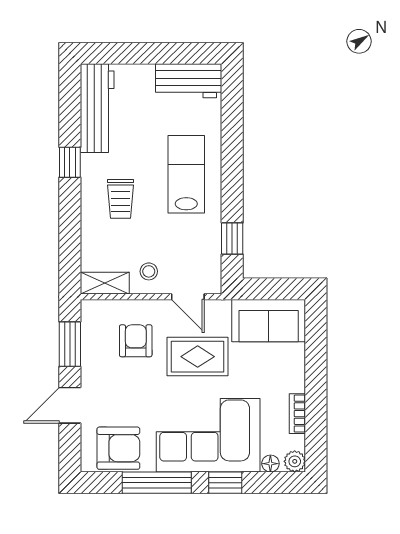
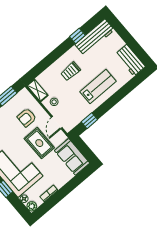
window: (70, 162) -> (77, 36), moved
armchair: (136, 341) -> (27, 117), turned 180

